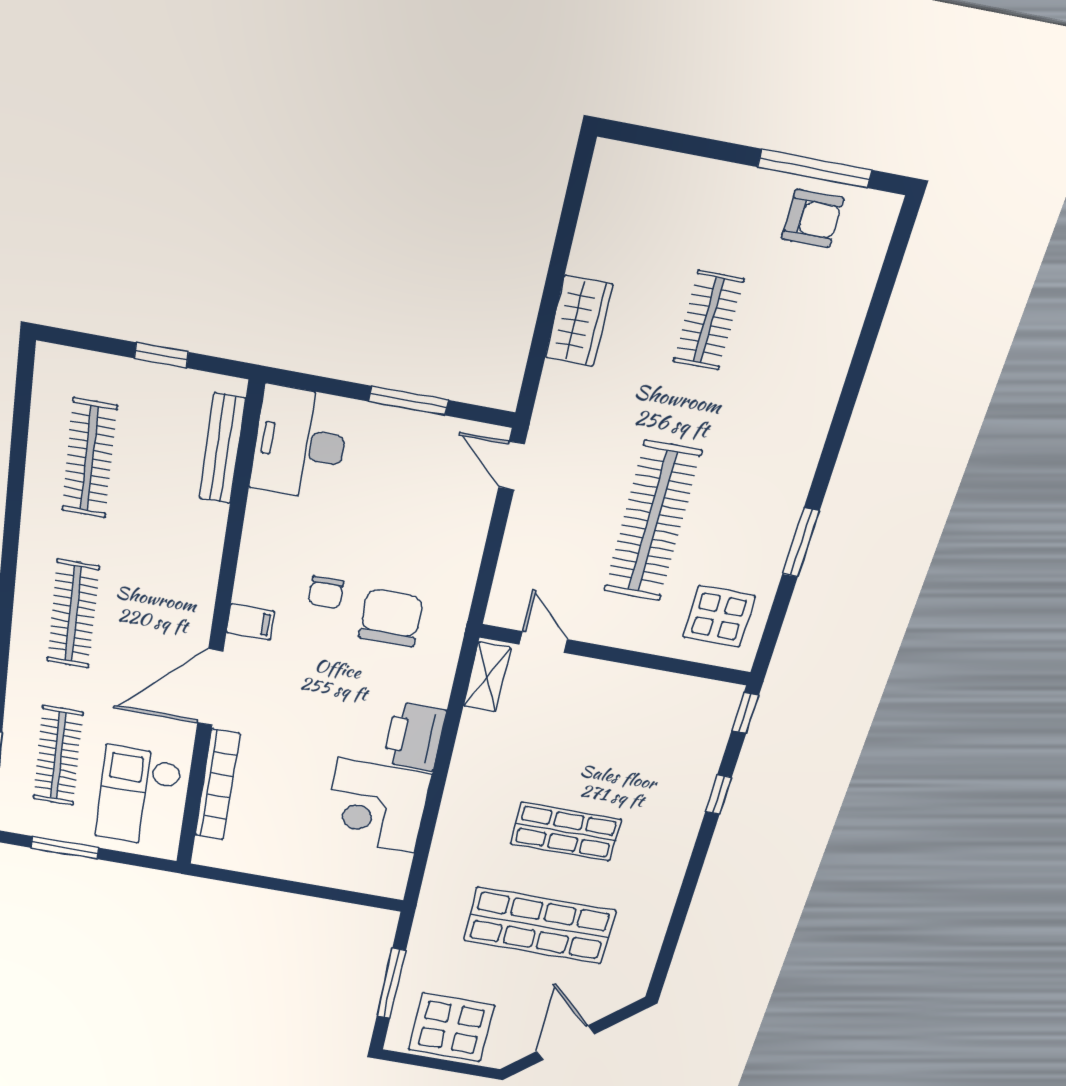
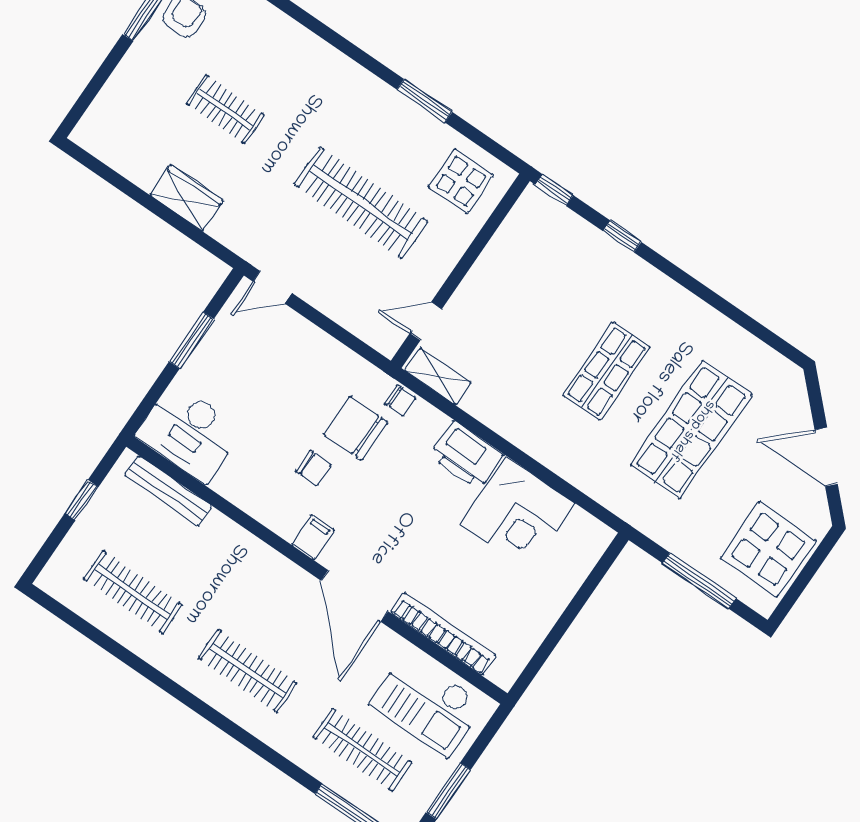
chair: (443, 650) -> (400, 401), added

